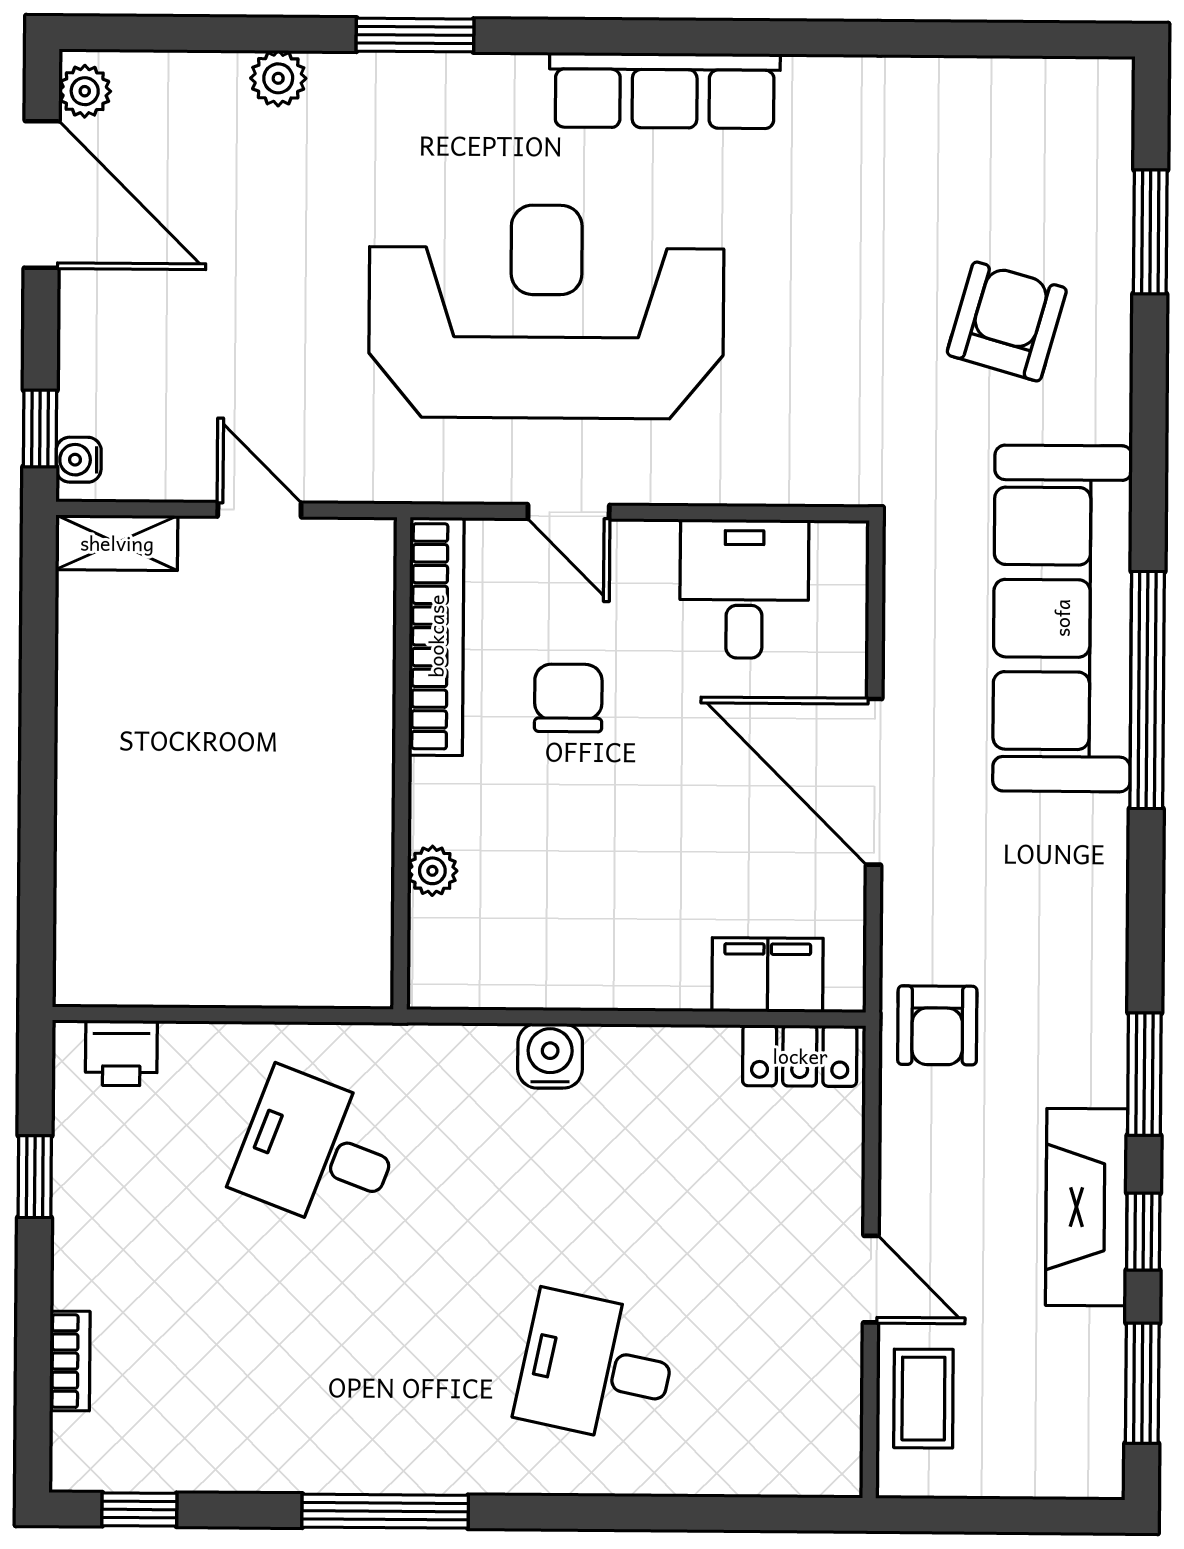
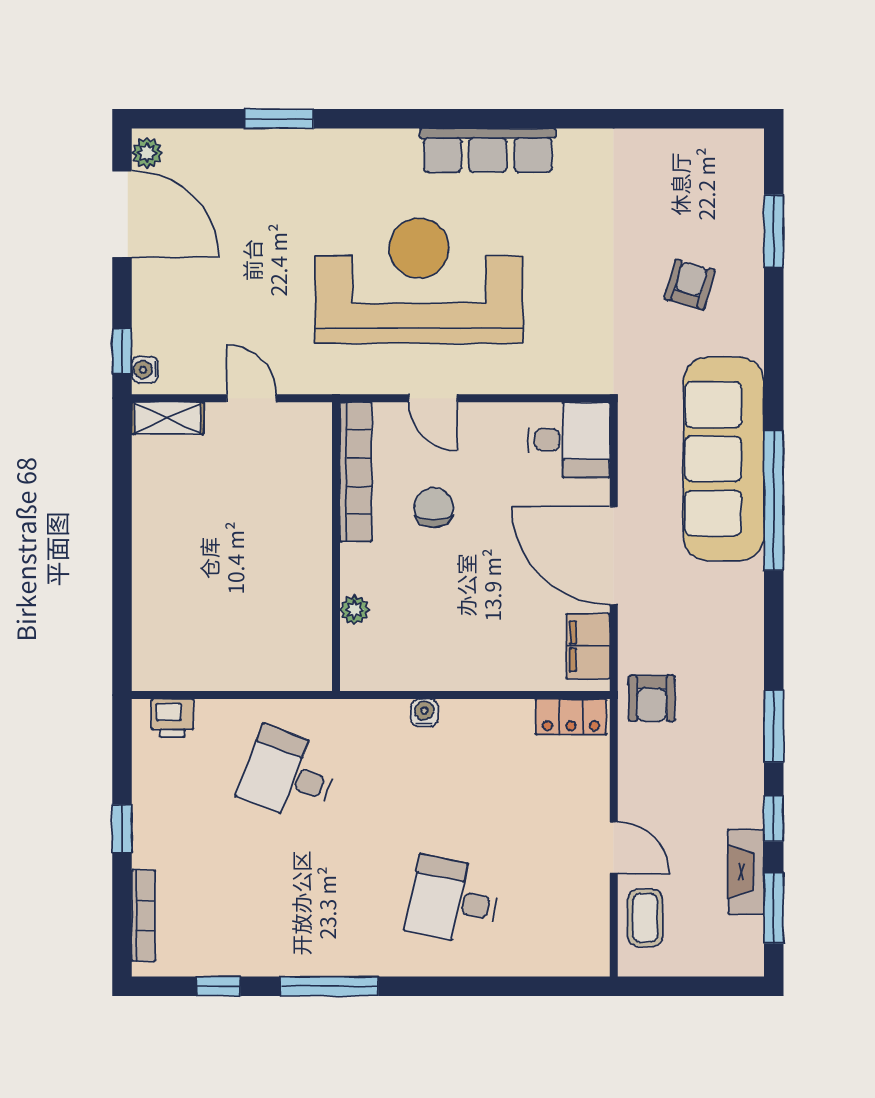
window: (415, 35) -> (279, 119), moved
plant: (278, 78) -> (261, 145), removed
armchair: (1007, 321) -> (690, 285), width x0.72, depth x0.72
desk: (744, 589) -> (569, 440), moved, turned 90
filing cabinet: (768, 975) -> (588, 646), moved, turned -90
water cooler: (550, 1056) -> (424, 713), width x0.72, depth x0.72
window: (35, 1177) -> (122, 829), moved
fireplace: (1087, 1207) -> (746, 872), moved, width x0.73, depth x0.76
bookcase: (70, 1361) -> (143, 916), width x1.56
window: (139, 1509) -> (218, 986), moved

